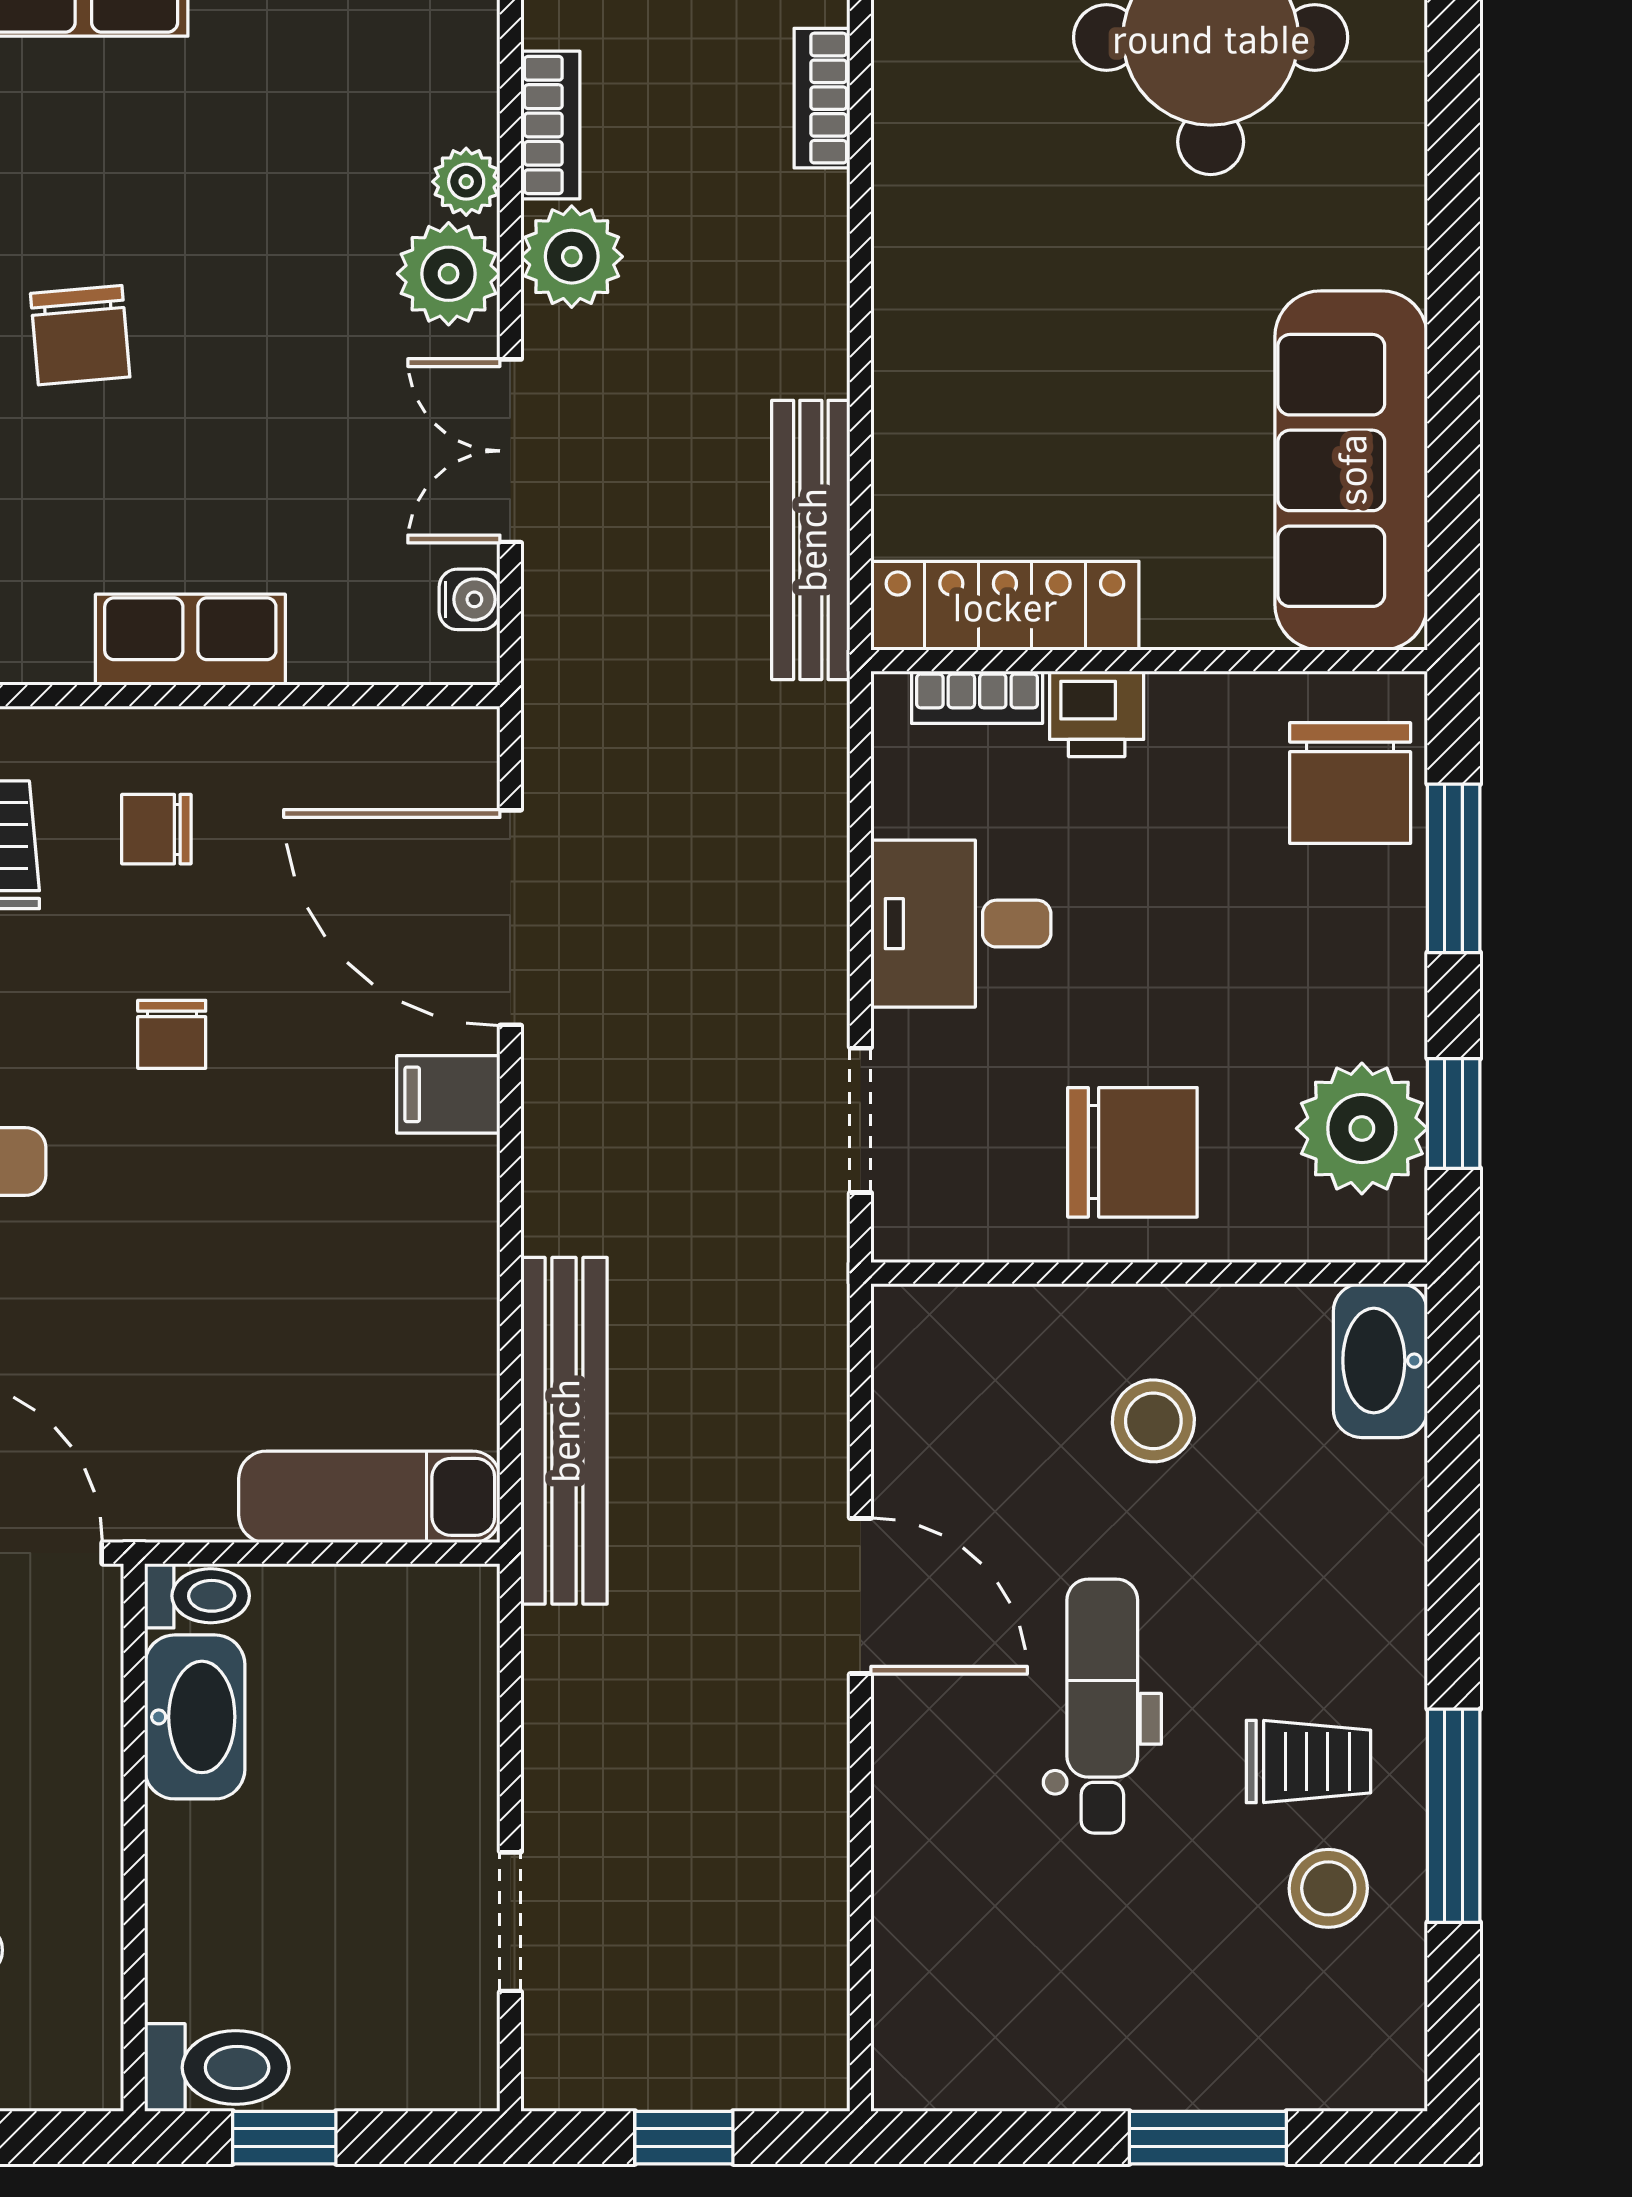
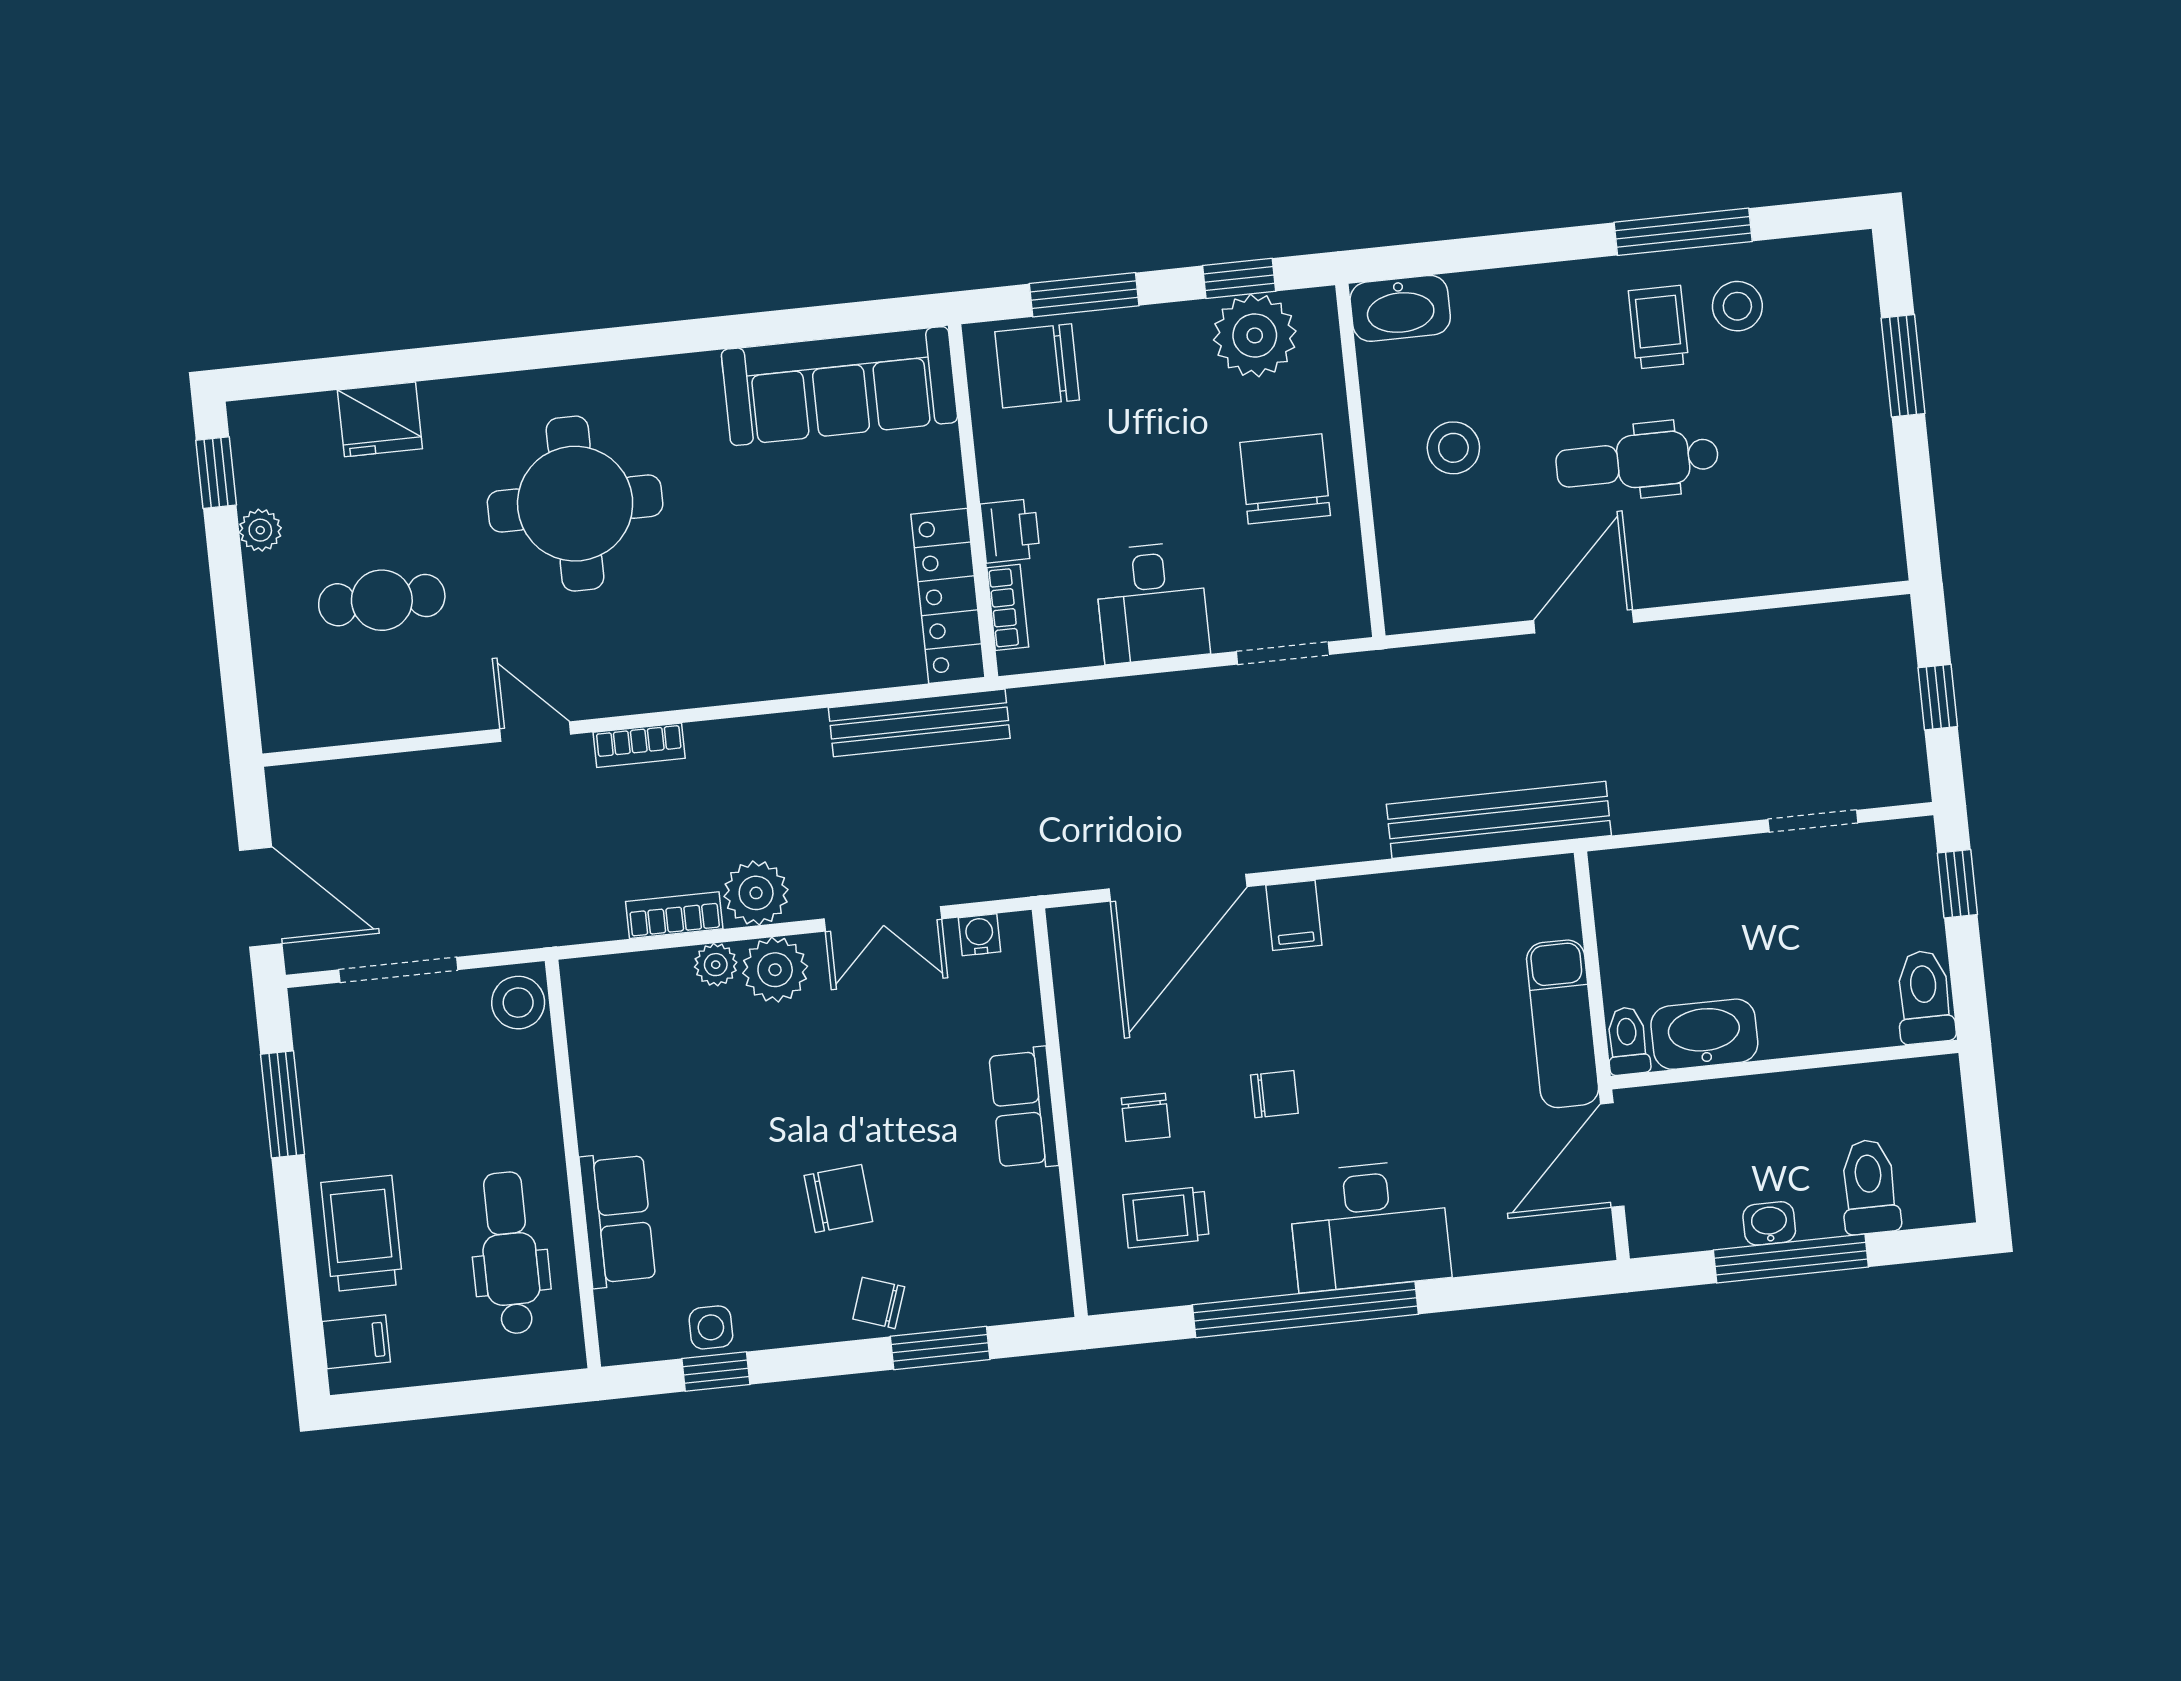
chair: (1350, 783) -> (1037, 366), turned 180
exam couch: (369, 1497) -> (1563, 1024), moved
window: (284, 2138) -> (1957, 884), moved

